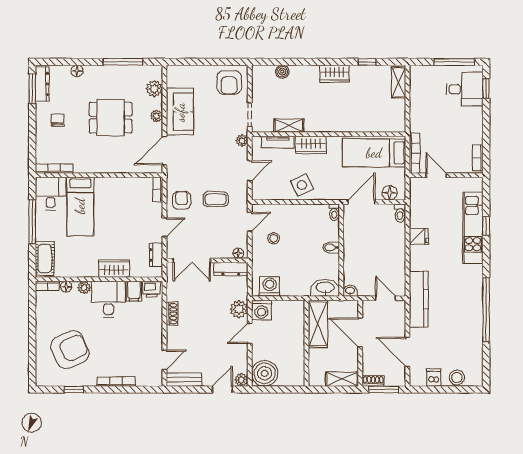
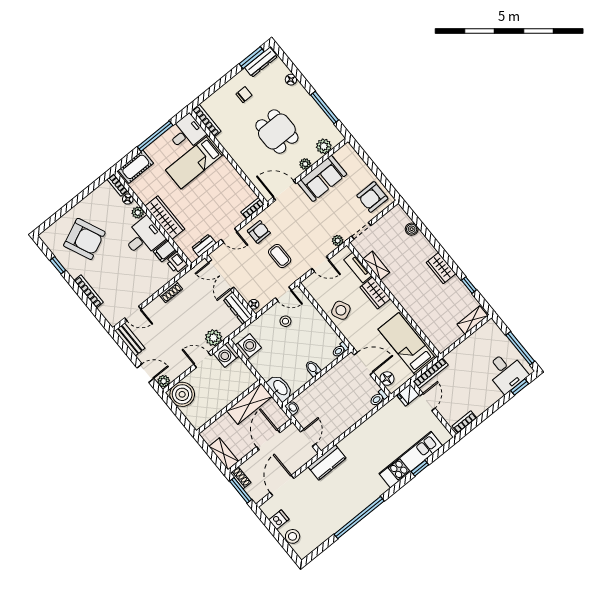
fridge: (419, 236) -> (408, 395), moved, turned 90
wardrobe: (114, 269) -> (165, 218), width x1.50
kitchen counter: (419, 299) -> (327, 462), width x0.67

